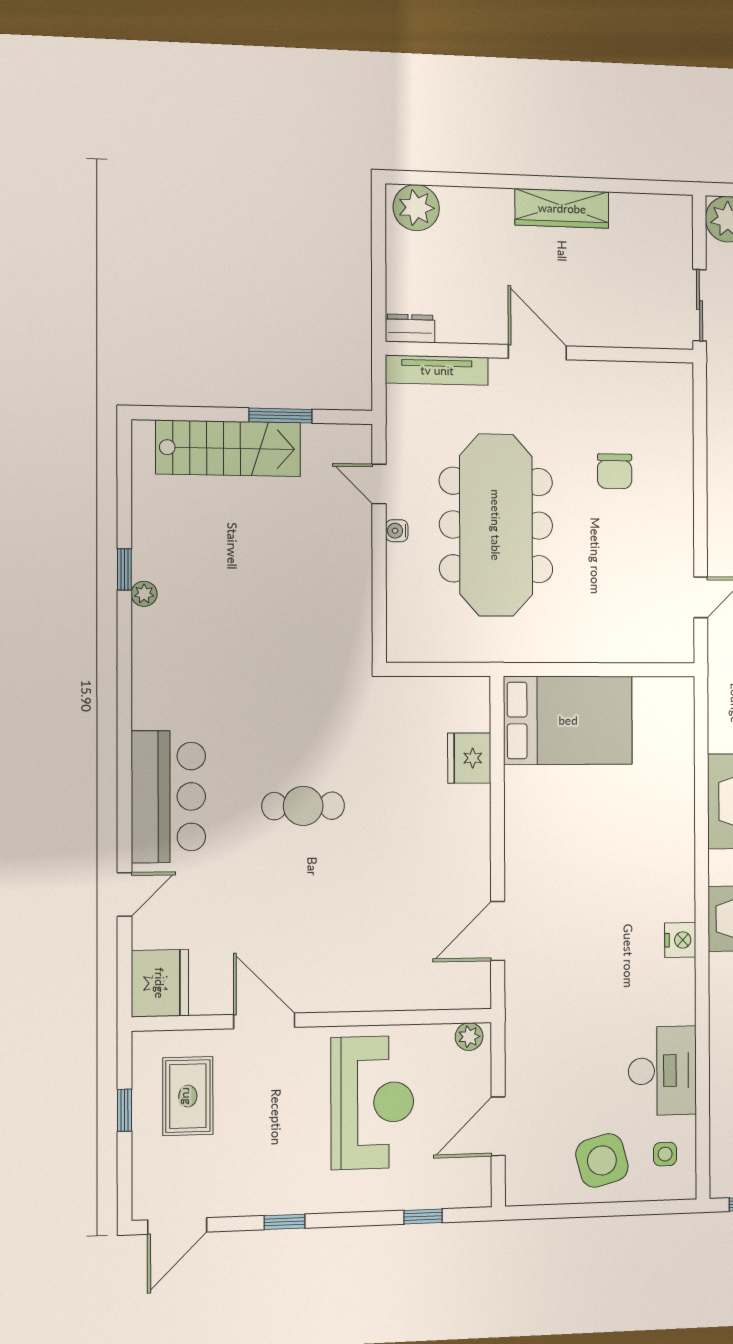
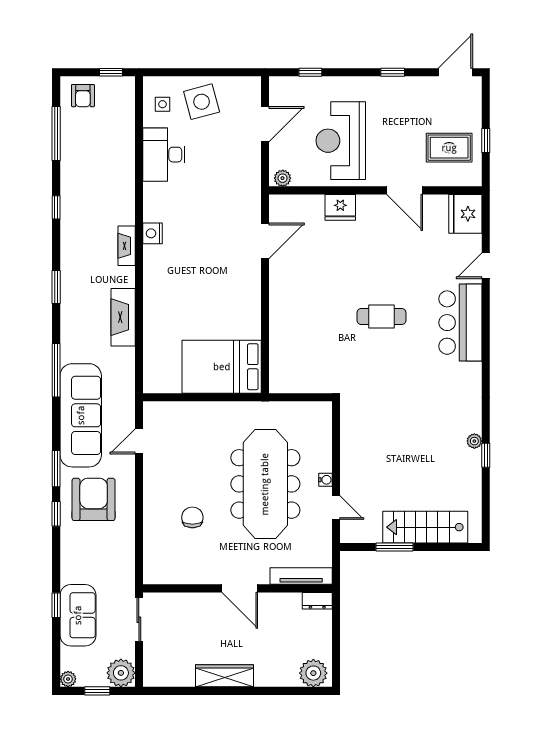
fridge: (469, 758) -> (340, 207), moved, turned 90
rug: (188, 1096) -> (449, 148), turned 90

